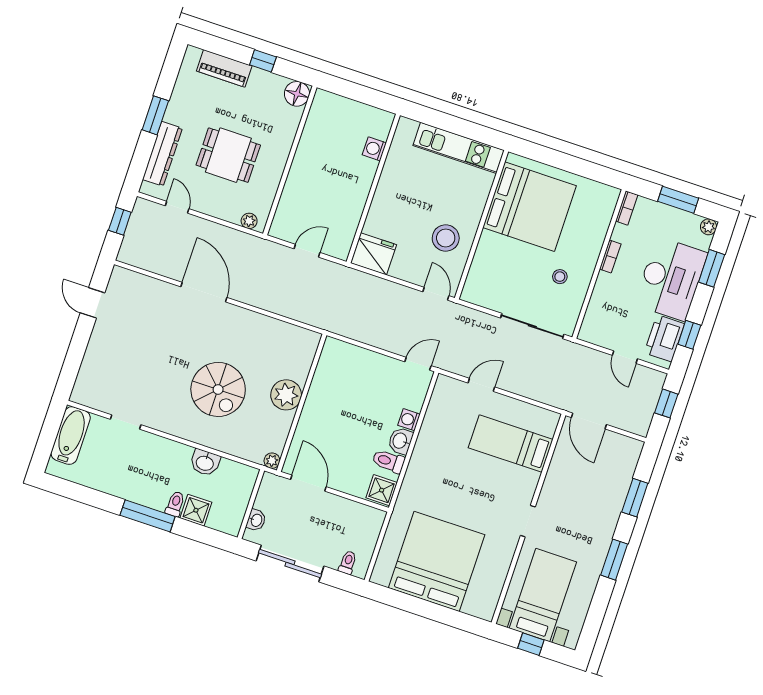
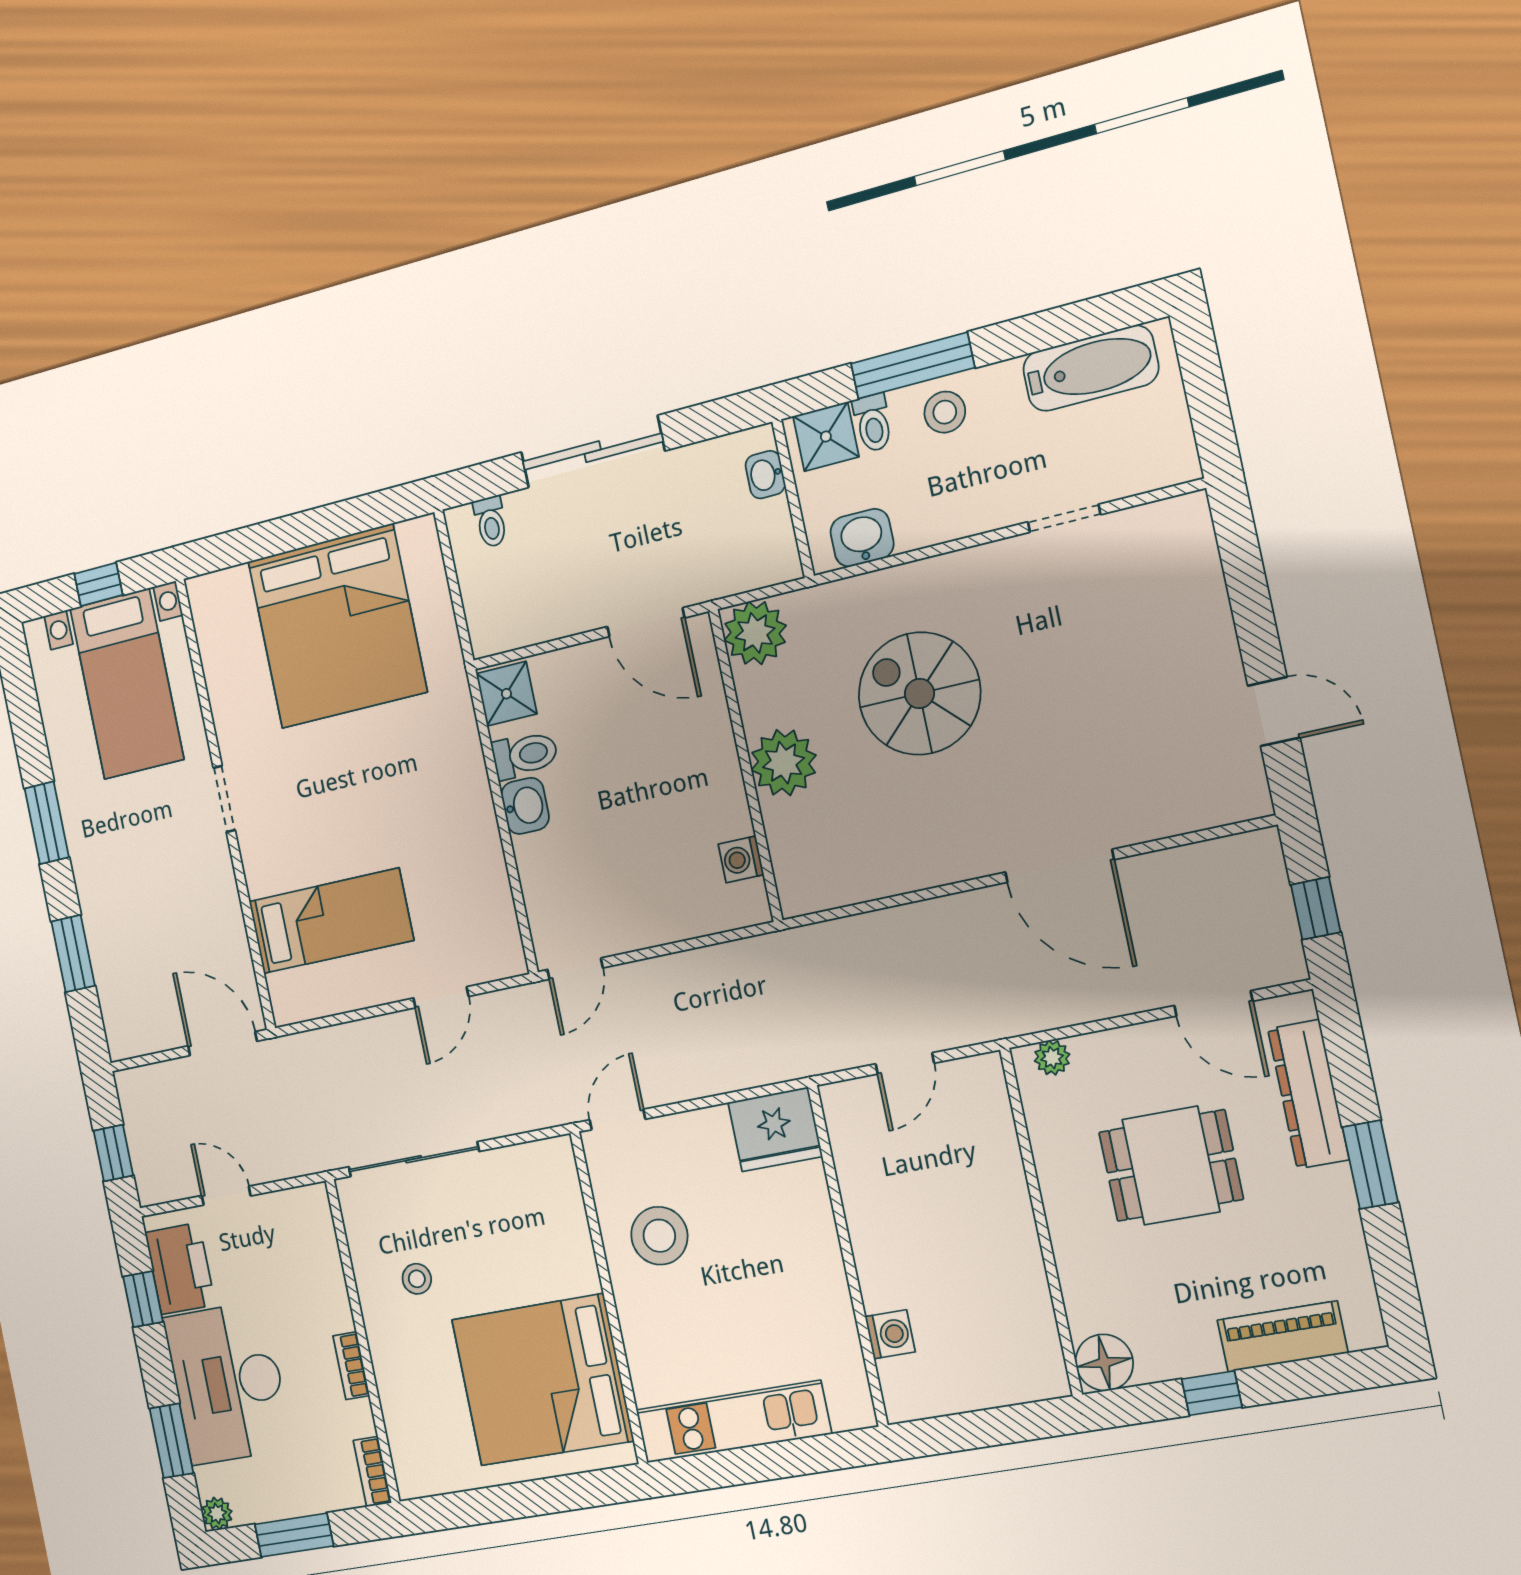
door: (177, 207) -> (1213, 1003), width x1.38
door: (436, 294) -> (617, 1119), swing flipped
washing machine: (409, 420) -> (741, 859), moved, turned 180
bathtub: (71, 436) -> (1091, 368), moved, turned -90
plant: (272, 461) -> (755, 633), width x1.88, depth x1.88
stool: (146, 490) -> (945, 412), added
wall: (251, 504) -> (793, 499), moved
washbasin: (256, 520) -> (765, 475), moved

